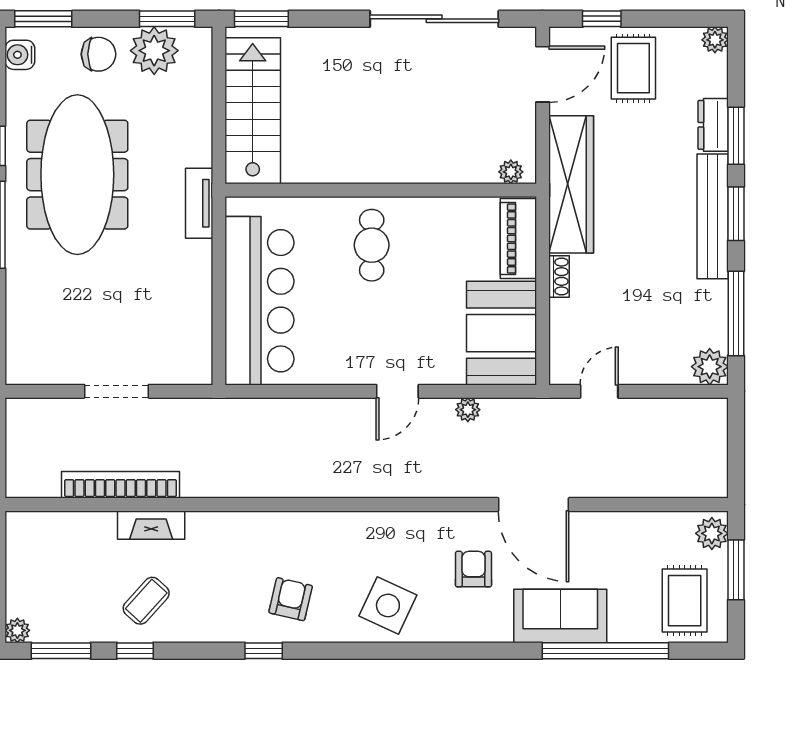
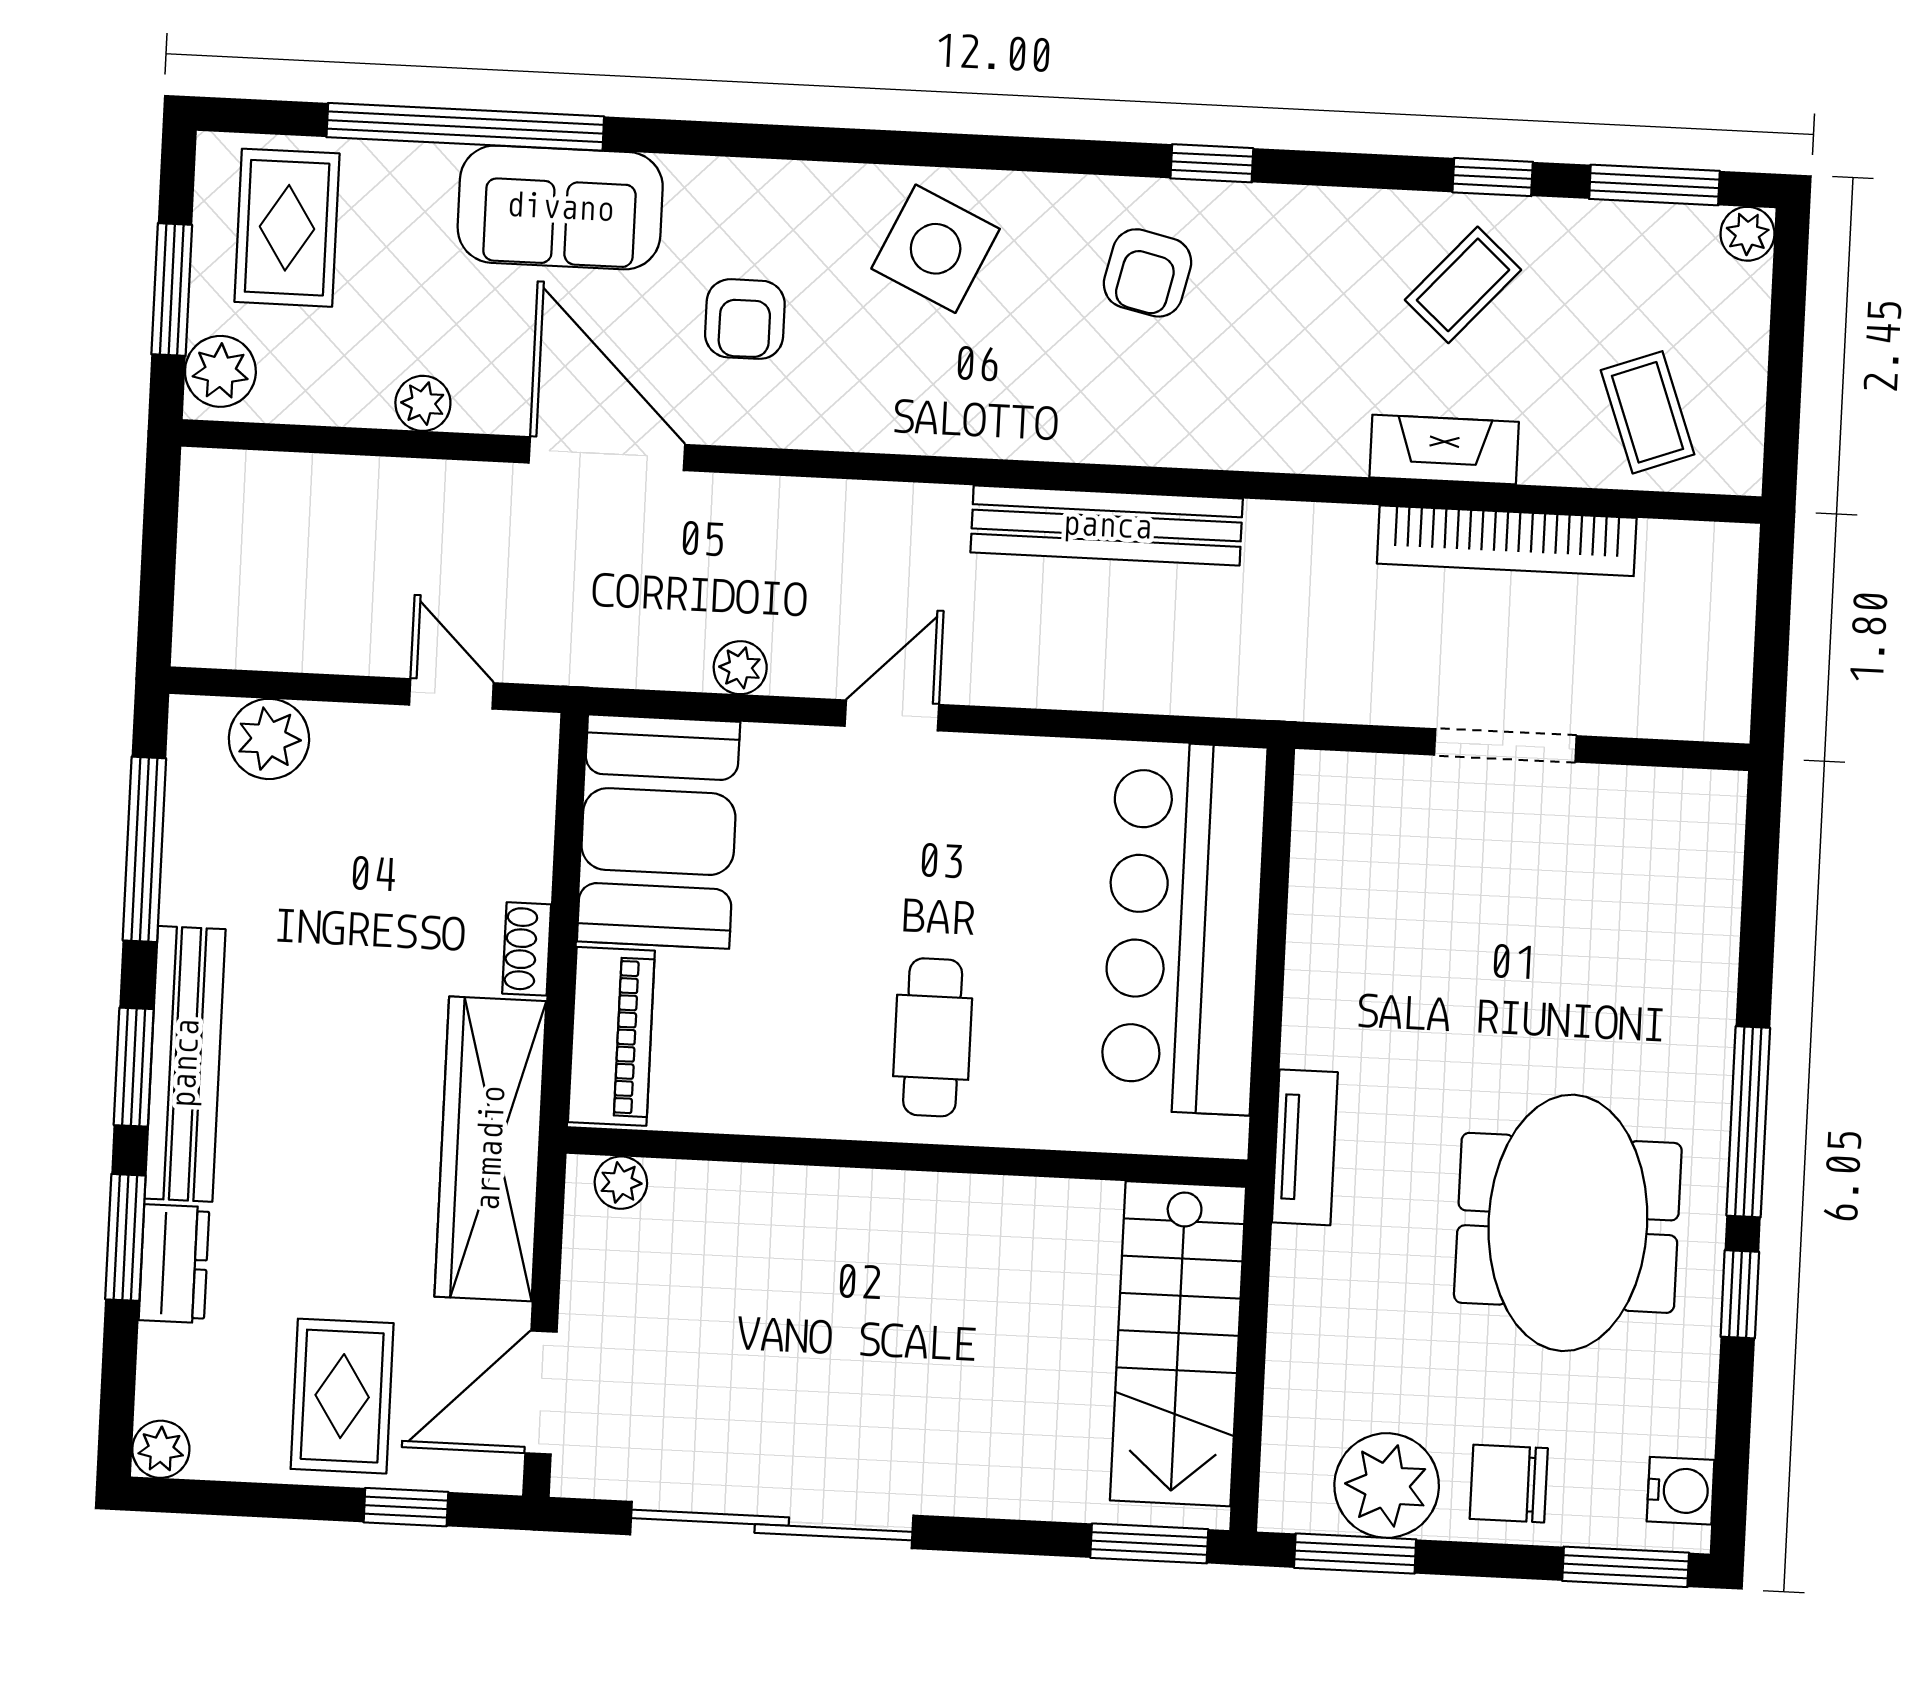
meeting table: (77, 175) -> (1568, 1223), width x0.73
plant: (710, 367) -> (269, 739), moved
door: (599, 391) -> (451, 694), swing flipped
bench: (304, 483) -> (1107, 525), added
plant: (619, 523) -> (423, 403), added
coffee table: (59, 547) -> (1647, 412), added

